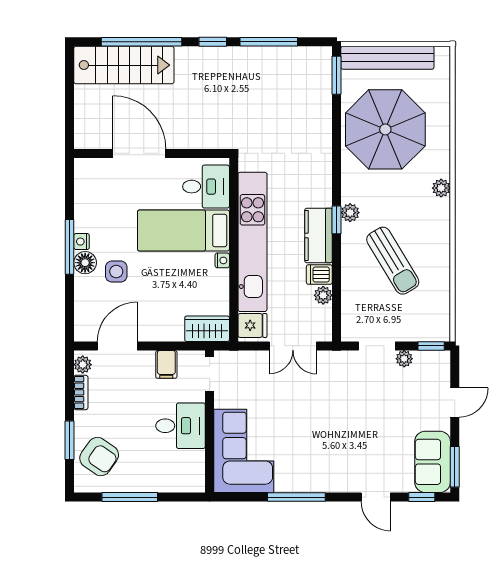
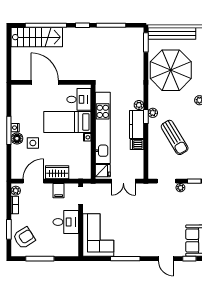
plant: (323, 295) -> (139, 105), moved
wardrobe: (207, 329) -> (57, 172), moved
armchair: (99, 457) -> (24, 238), turned -67

